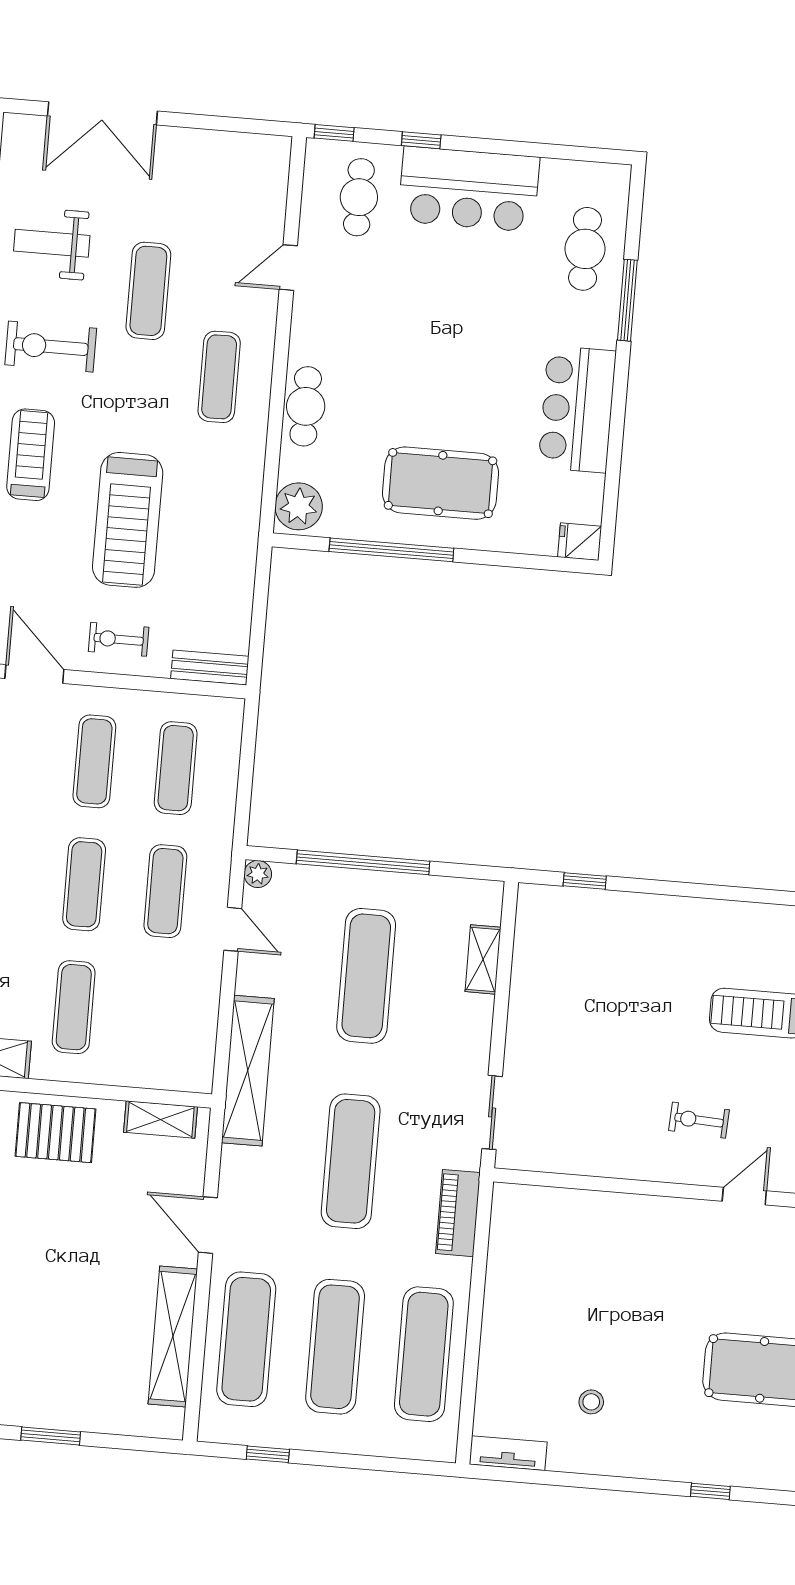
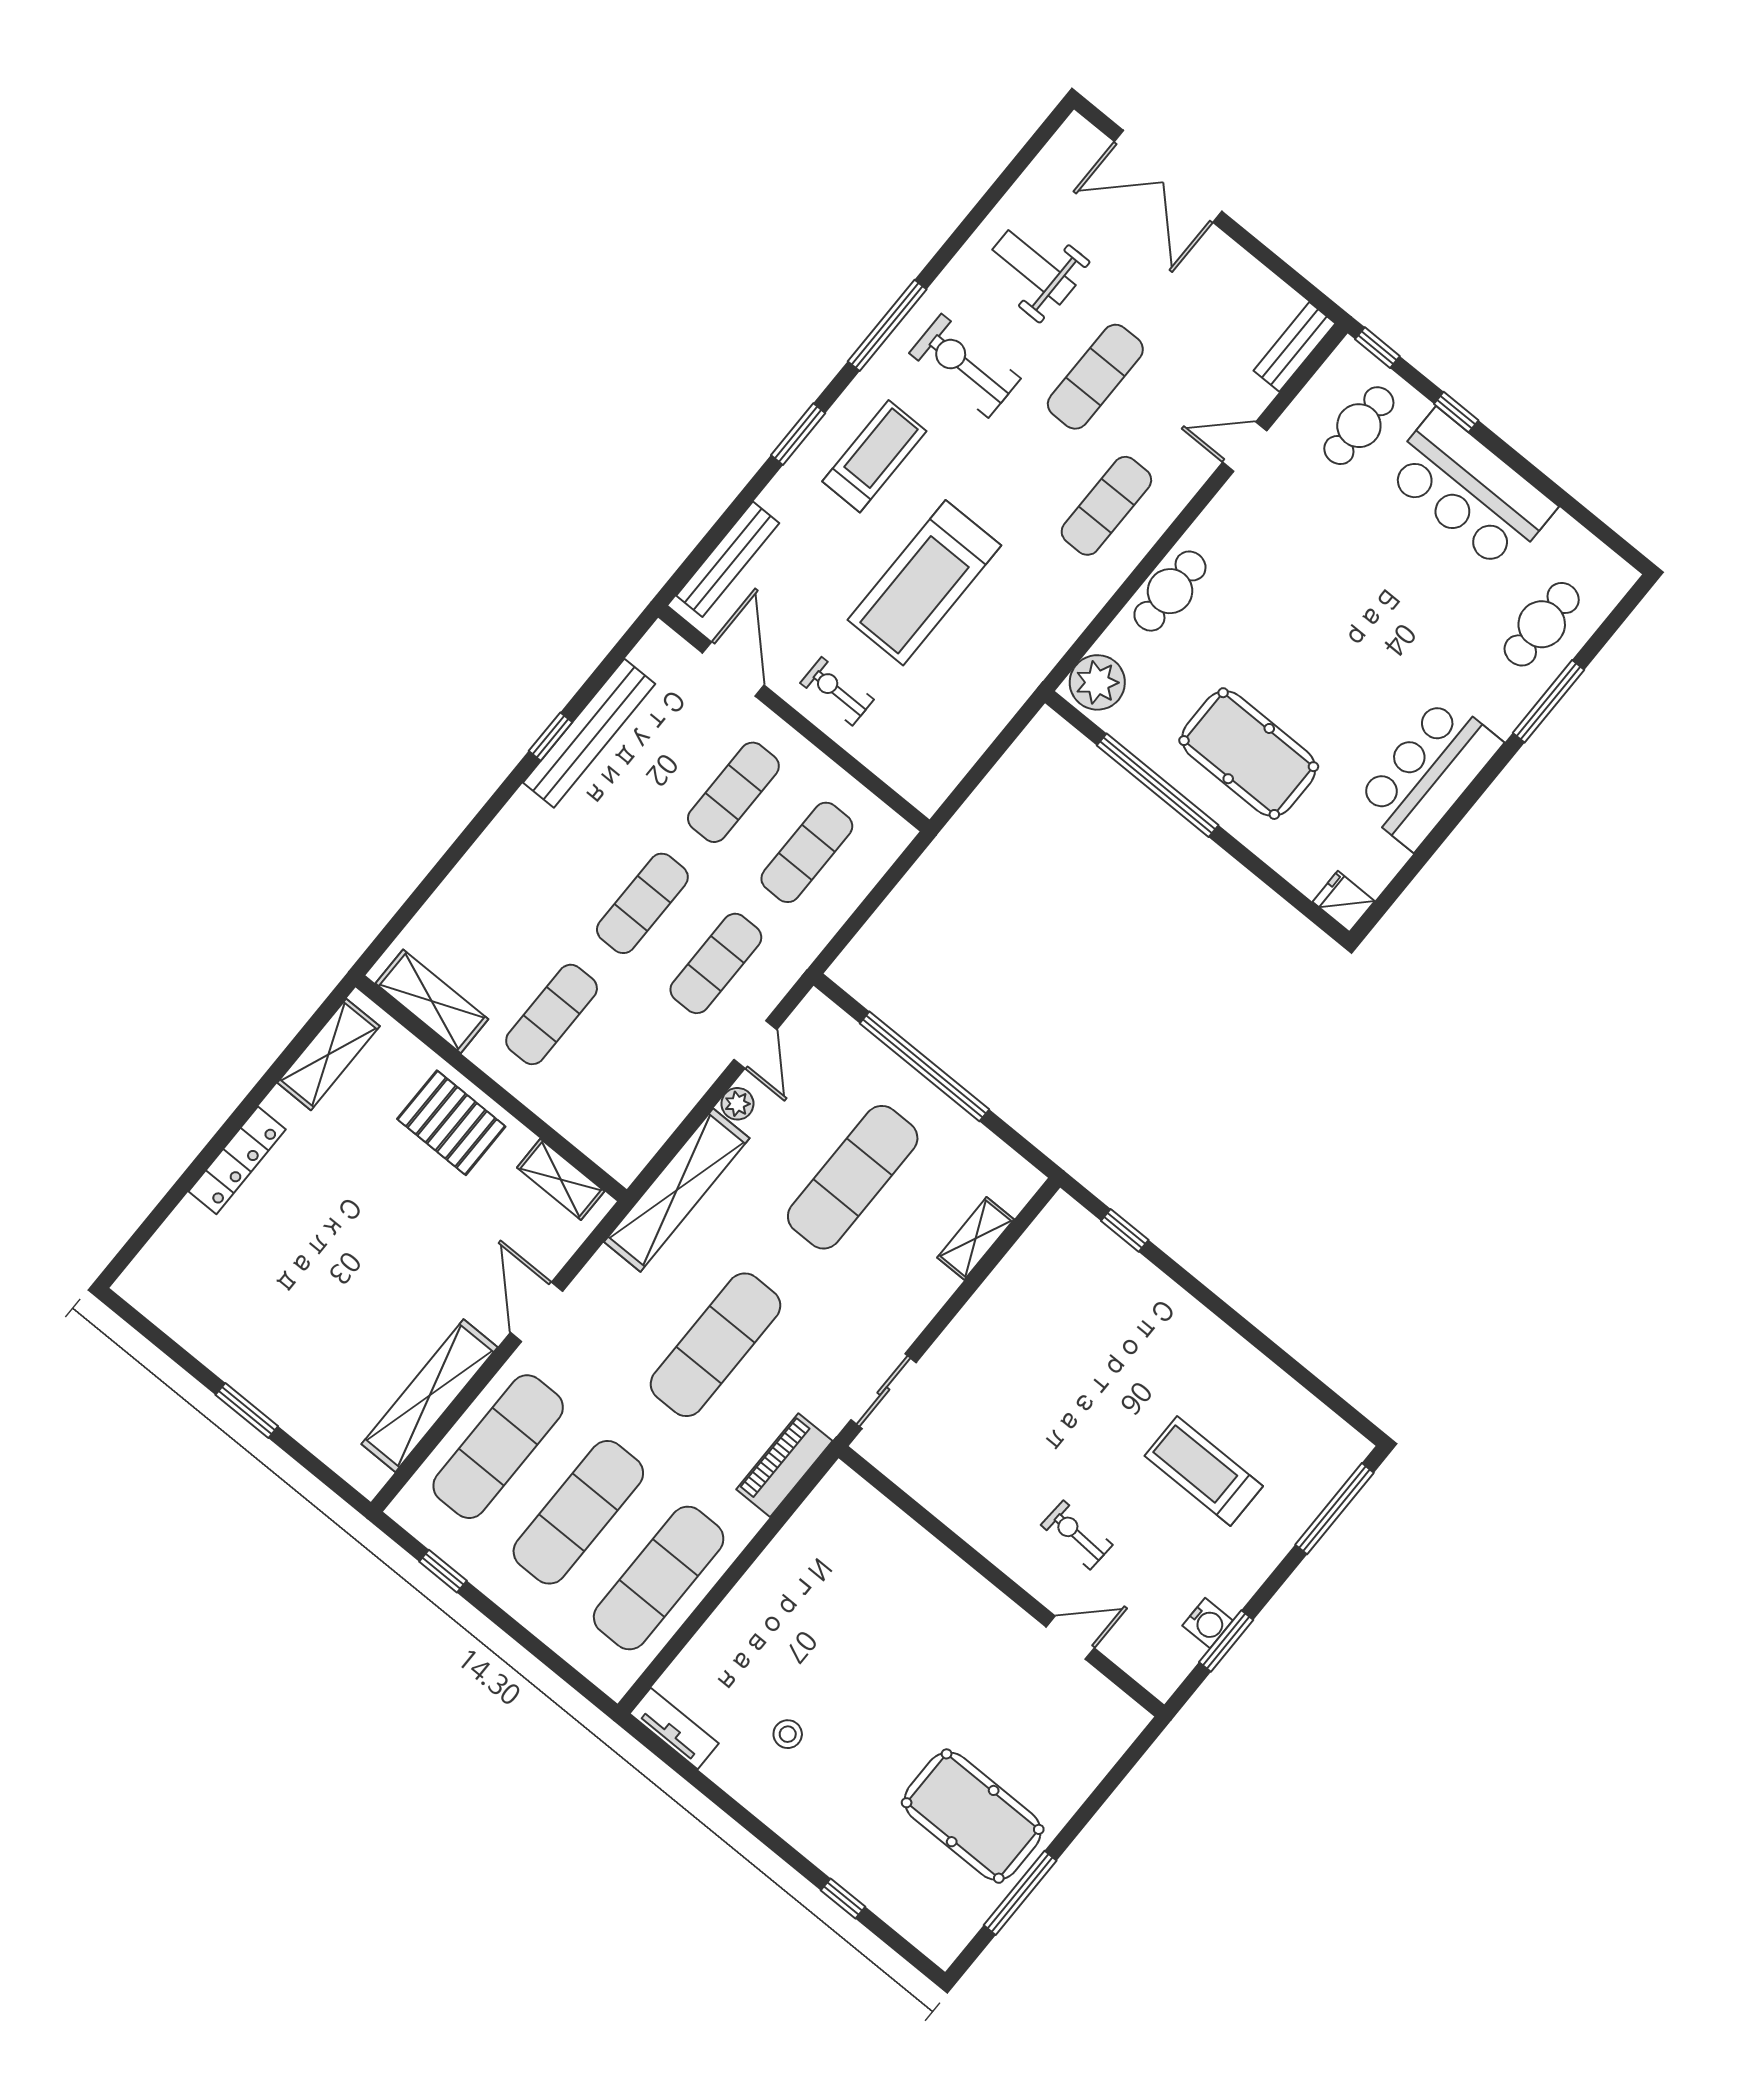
bench: (210, 667) -> (1294, 347), moved, turned 90
plant: (258, 874) -> (737, 1104), moved

